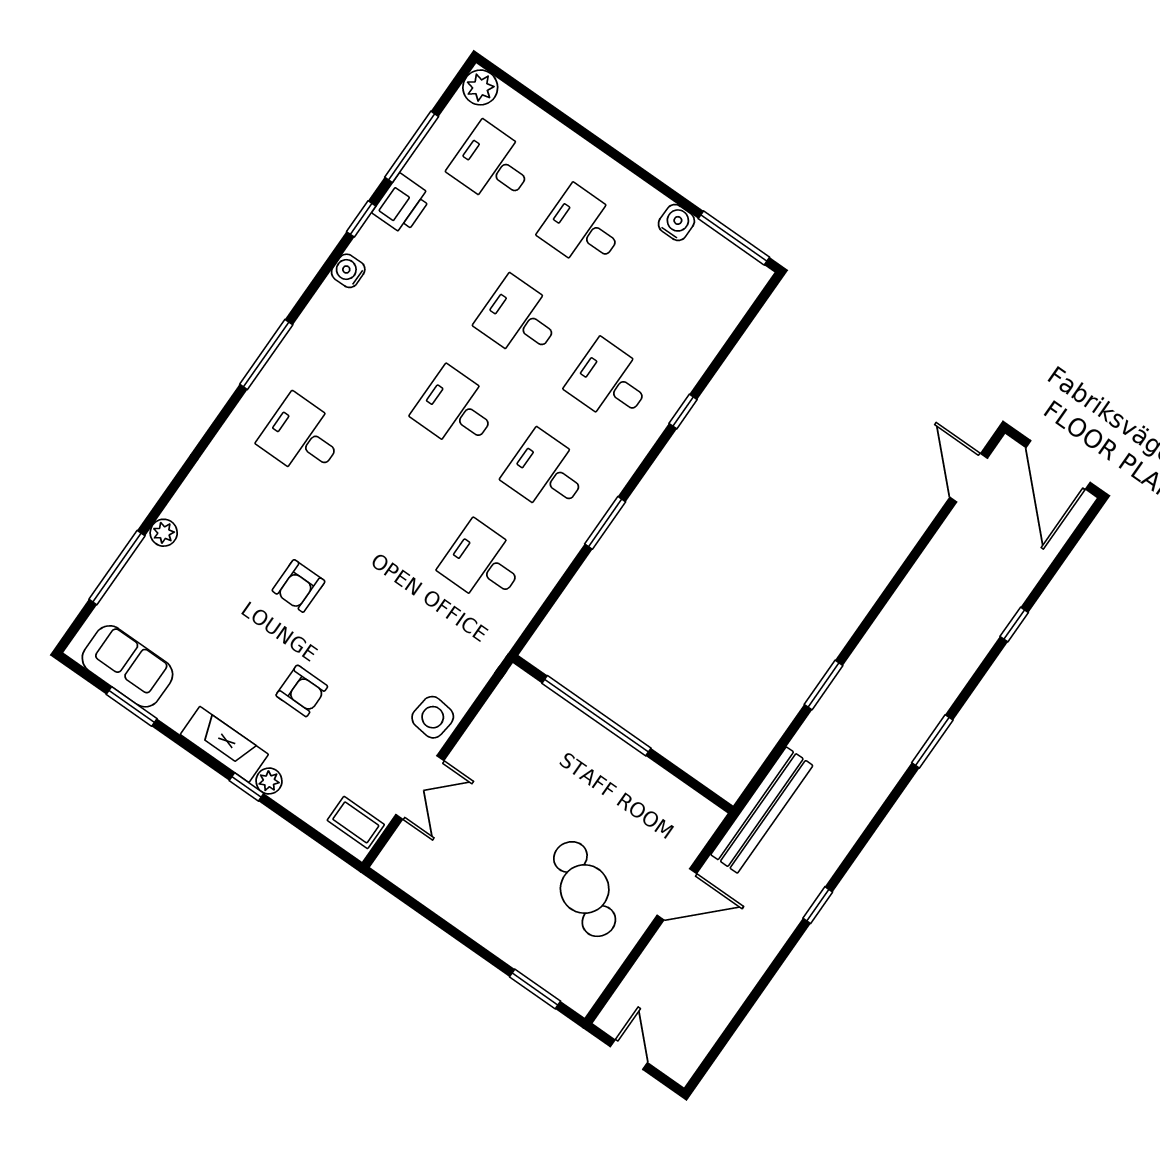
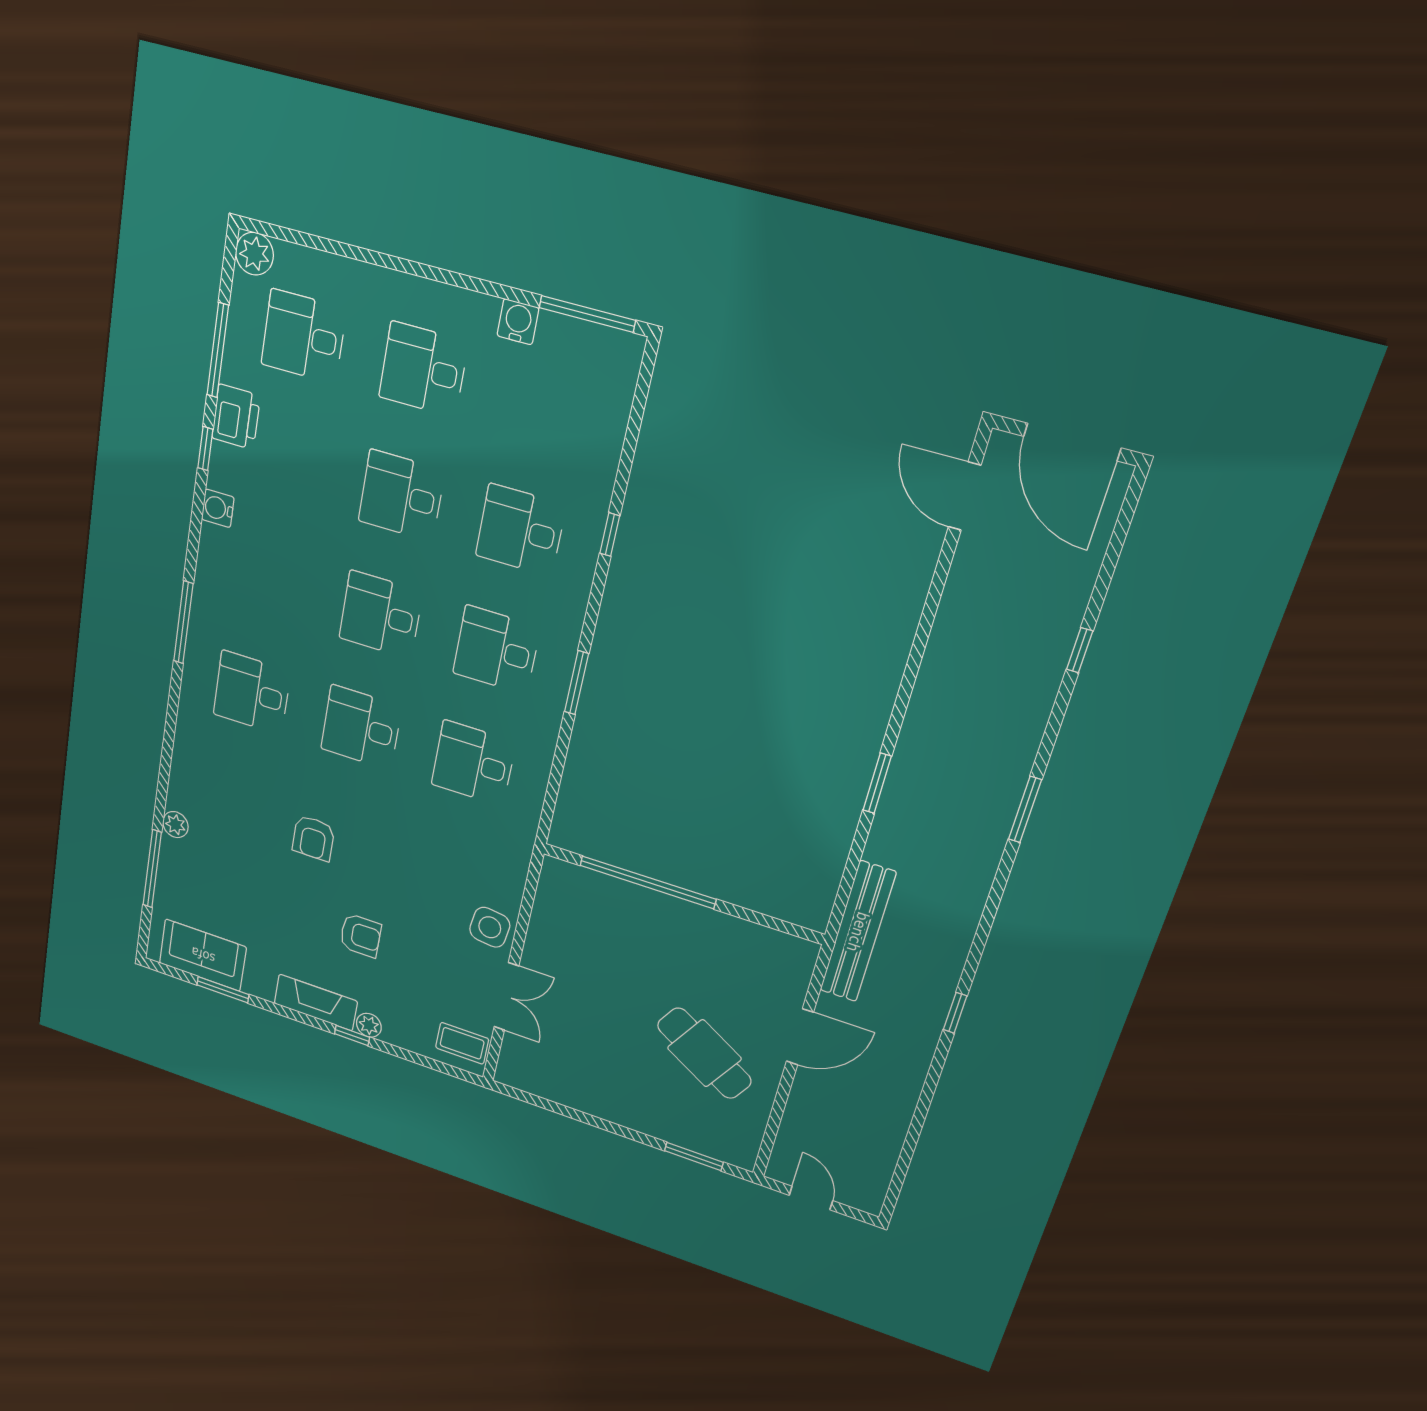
desk: (393, 500) -> (361, 728), added

